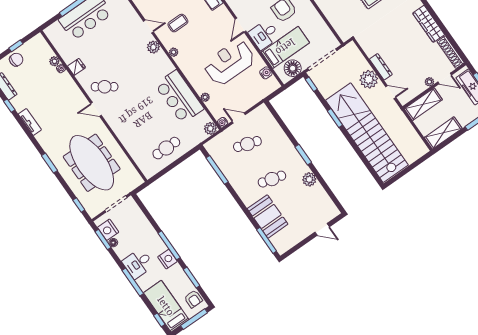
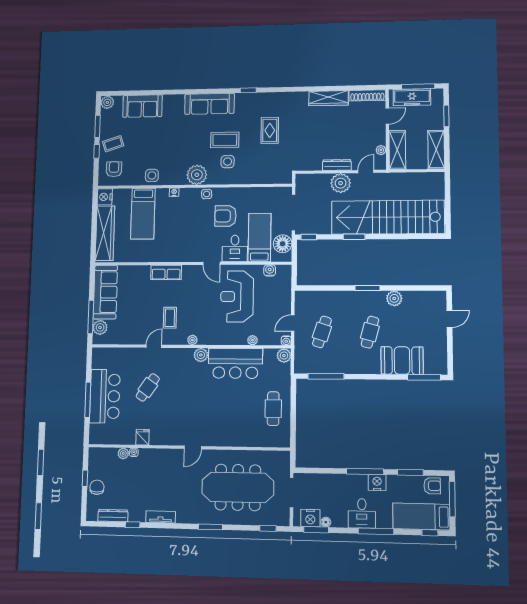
plant: (153, 47) -> (201, 355), moved
plant: (429, 82) -> (381, 150), moved
cafe table: (105, 87) -> (148, 387), moved

